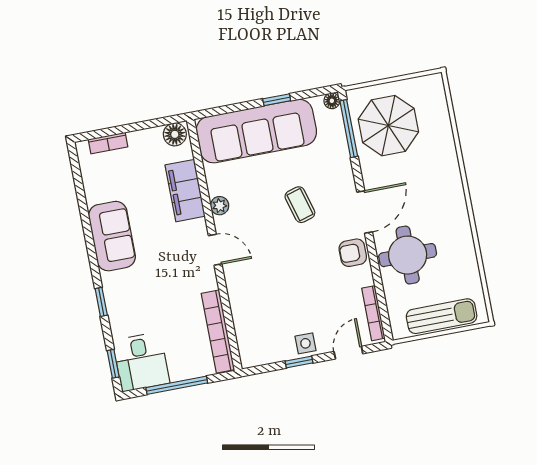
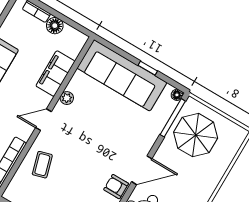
floor lamp: (175, 134) -> (55, 26), moved
coffee table: (300, 205) -> (42, 165), moved
door: (215, 250) -> (43, 120), swing flipped

